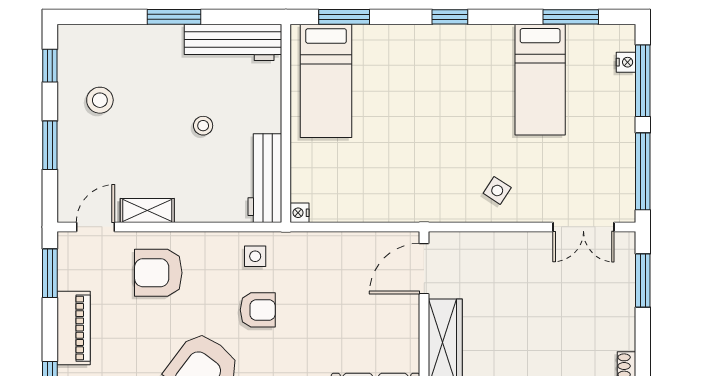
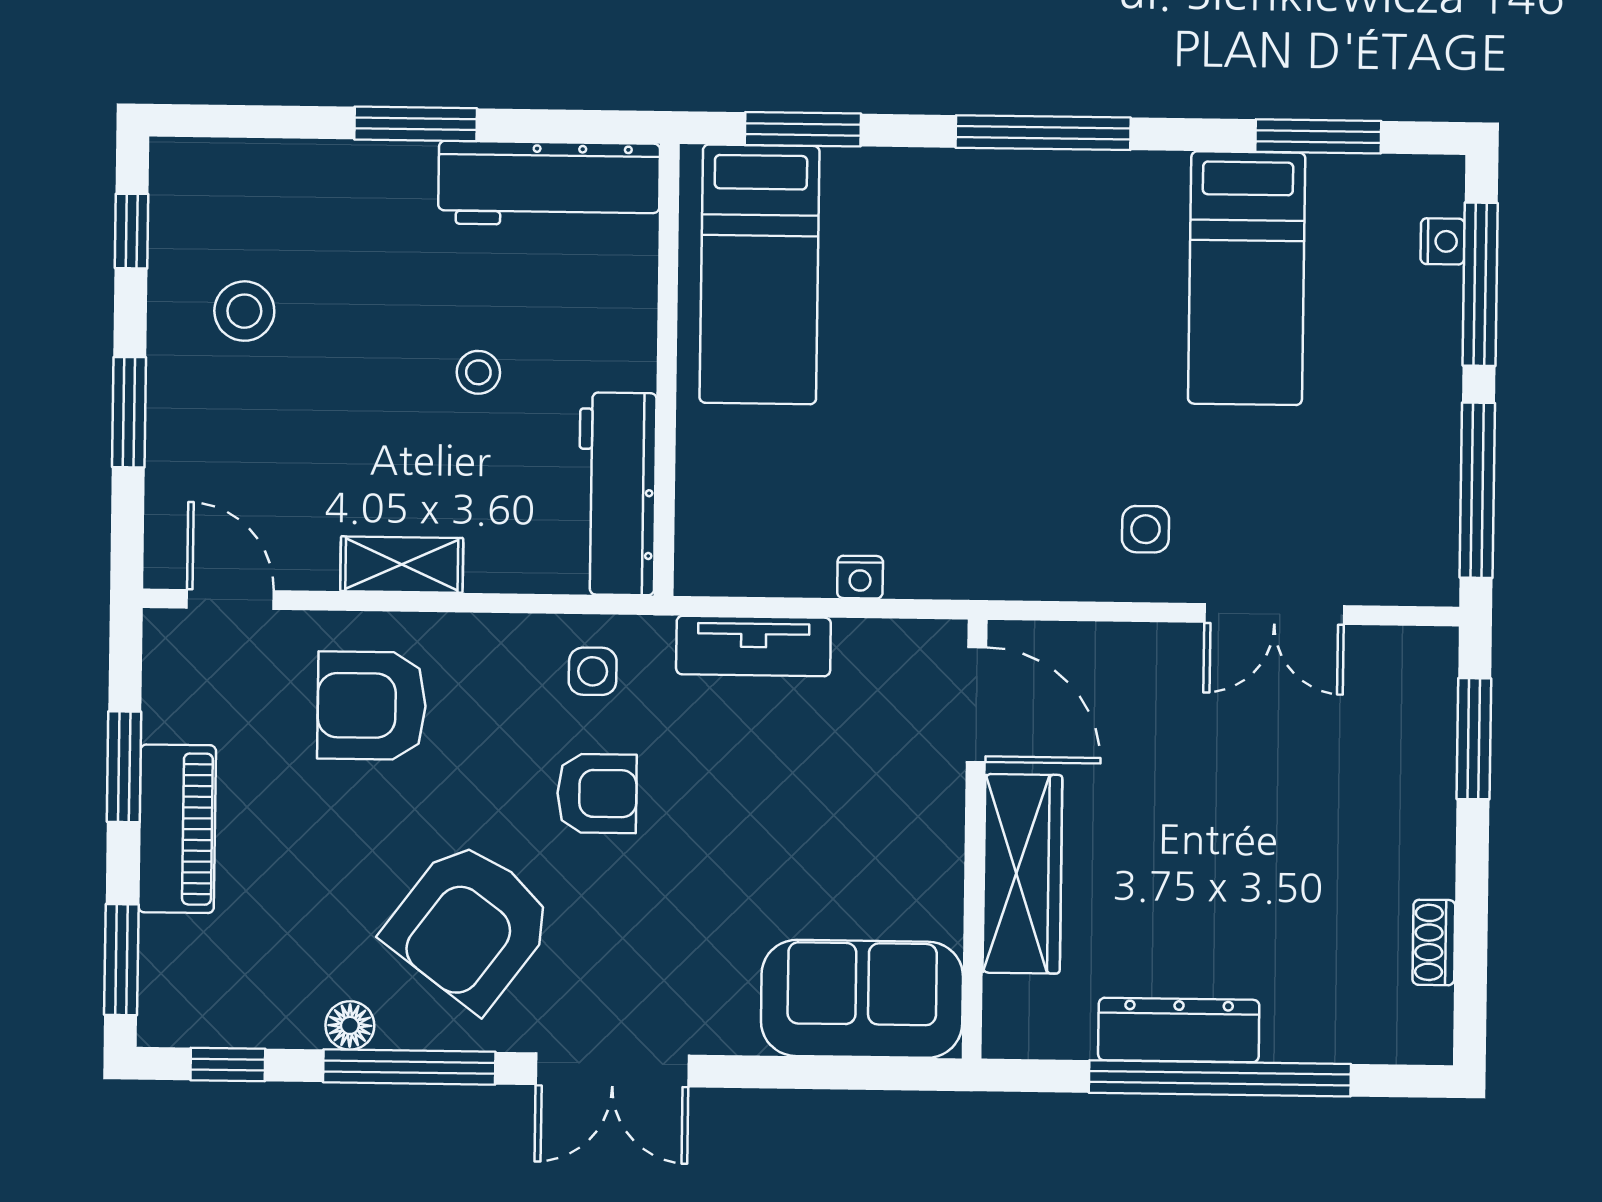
window: (450, 17) -> (1043, 133), width x2.17
side table: (497, 190) -> (1145, 529), turned -33
shelving: (147, 211) -> (402, 565), moved
nightstand: (300, 213) -> (860, 577), moved, turned -90
door: (95, 227) -> (230, 599), hinge flipped
double door: (583, 227) -> (1274, 614), moved
tv unit: (326, 244) -> (753, 646), added
door: (424, 269) -> (976, 705), swing flipped
window: (50, 273) -> (124, 767), moved

